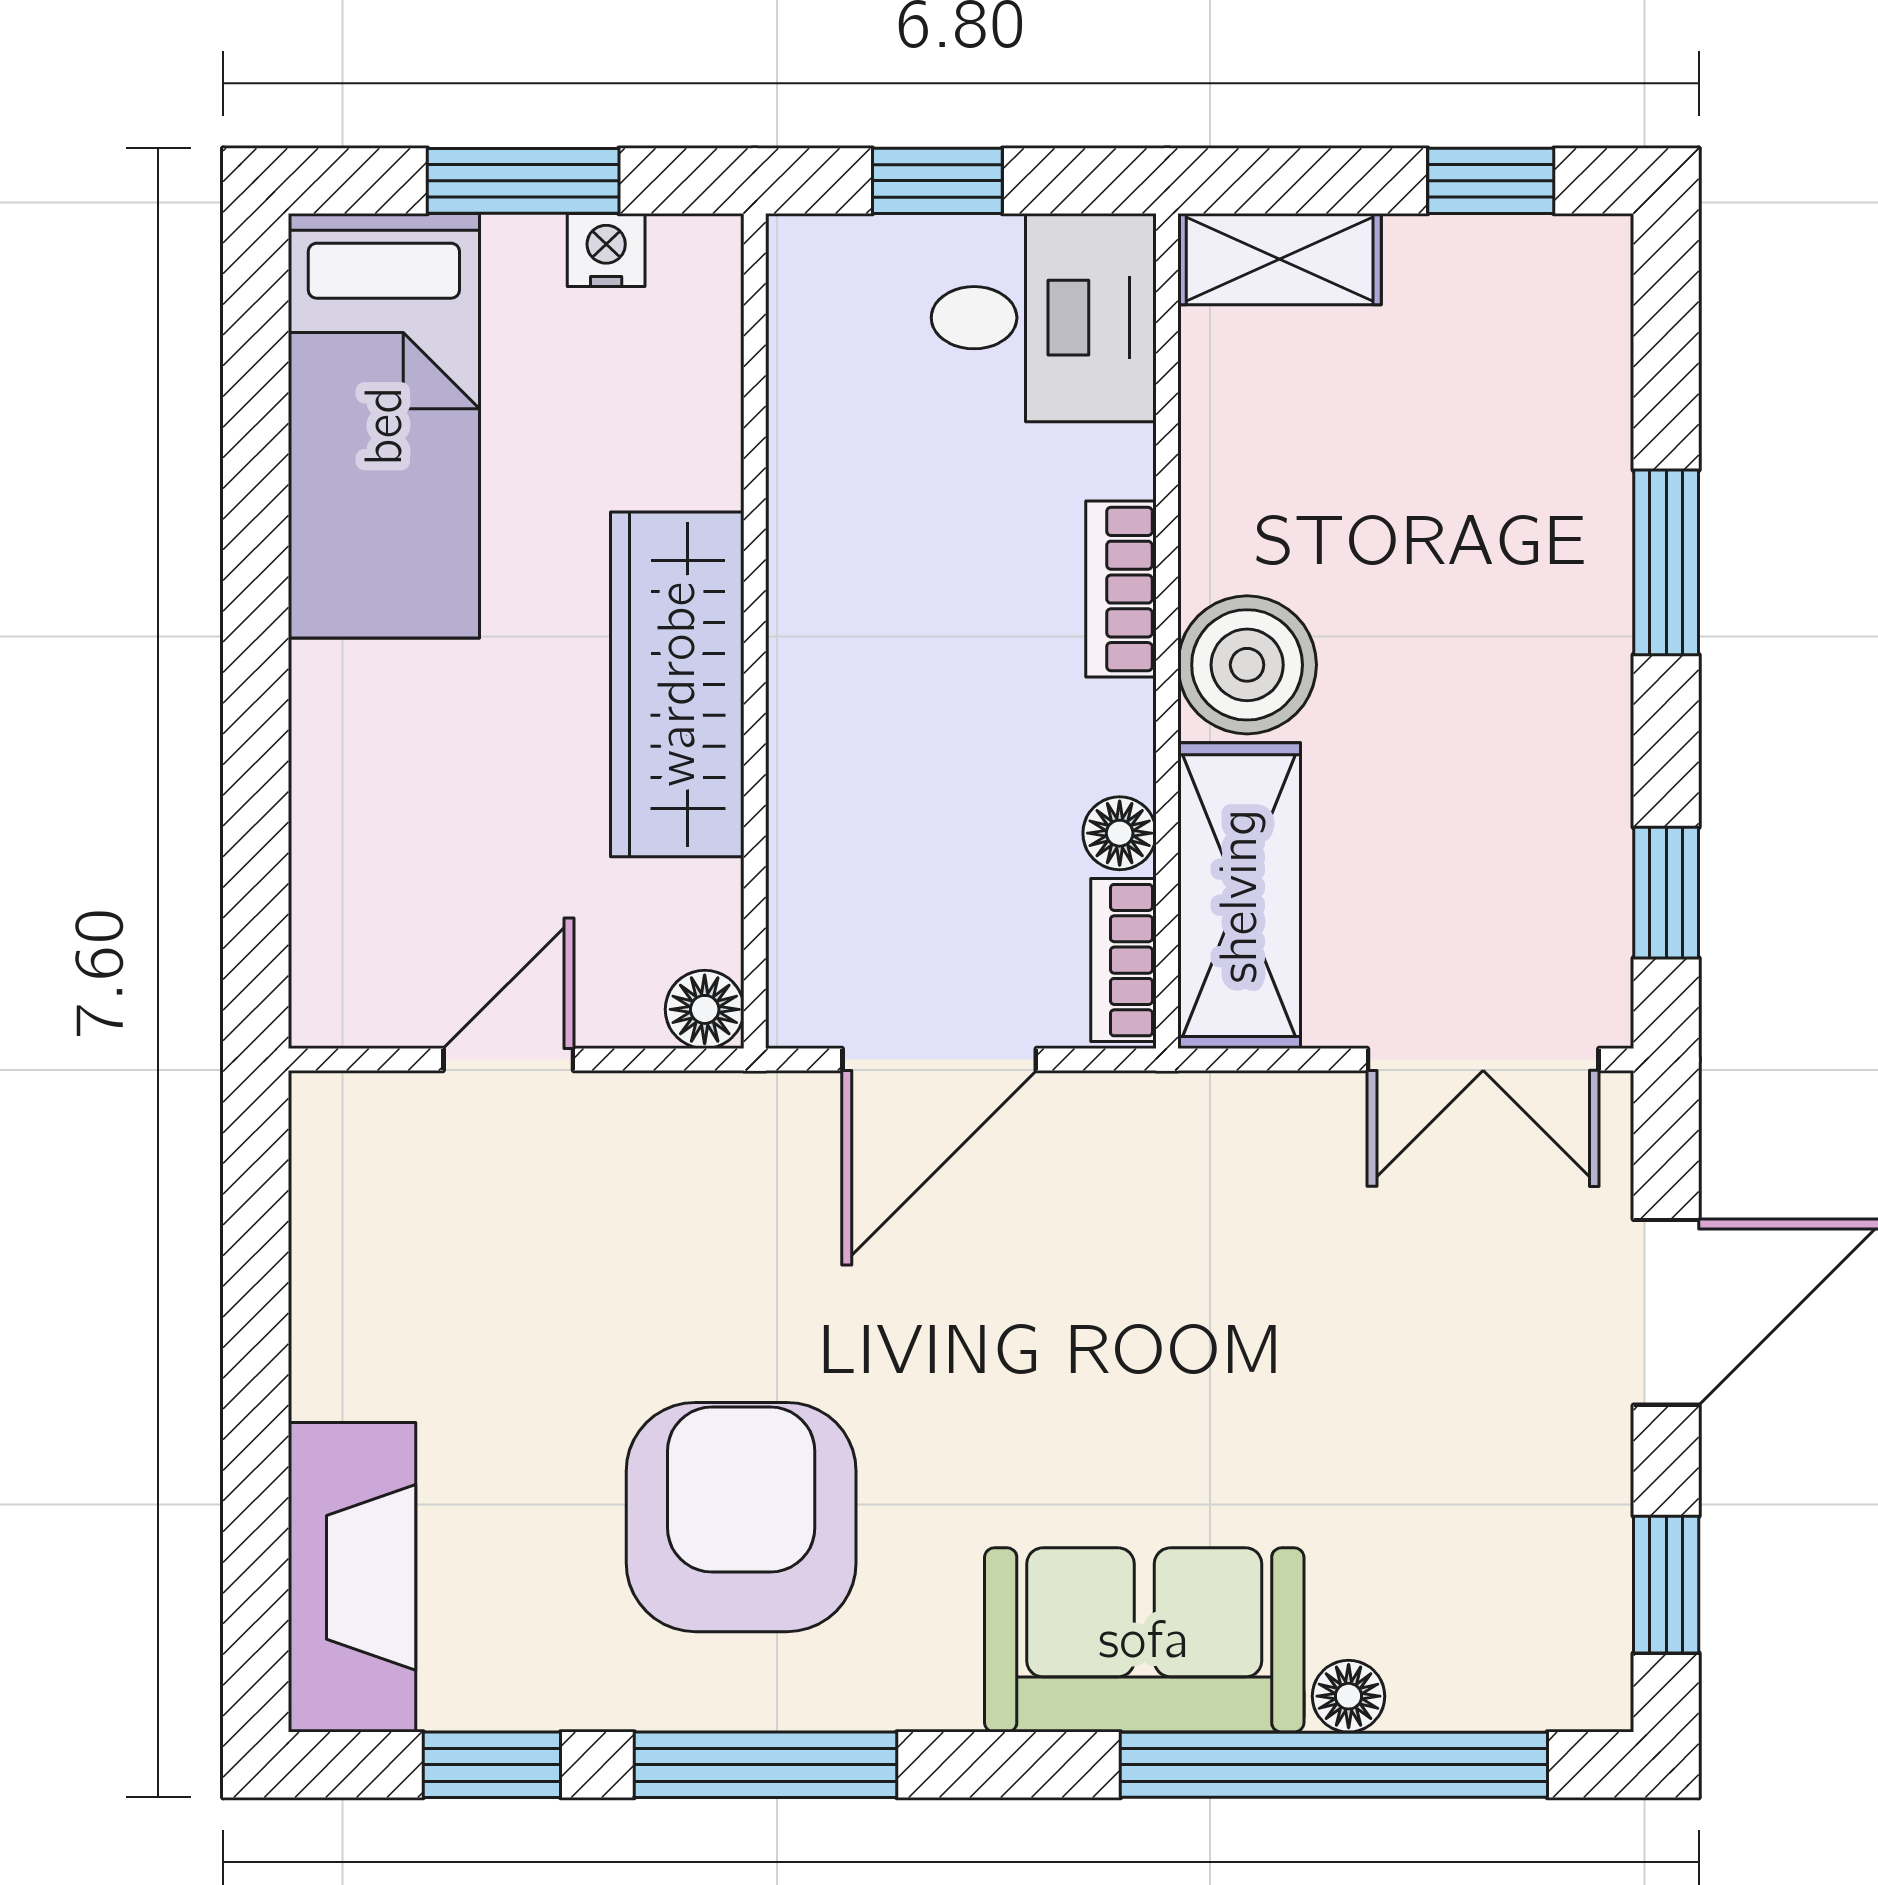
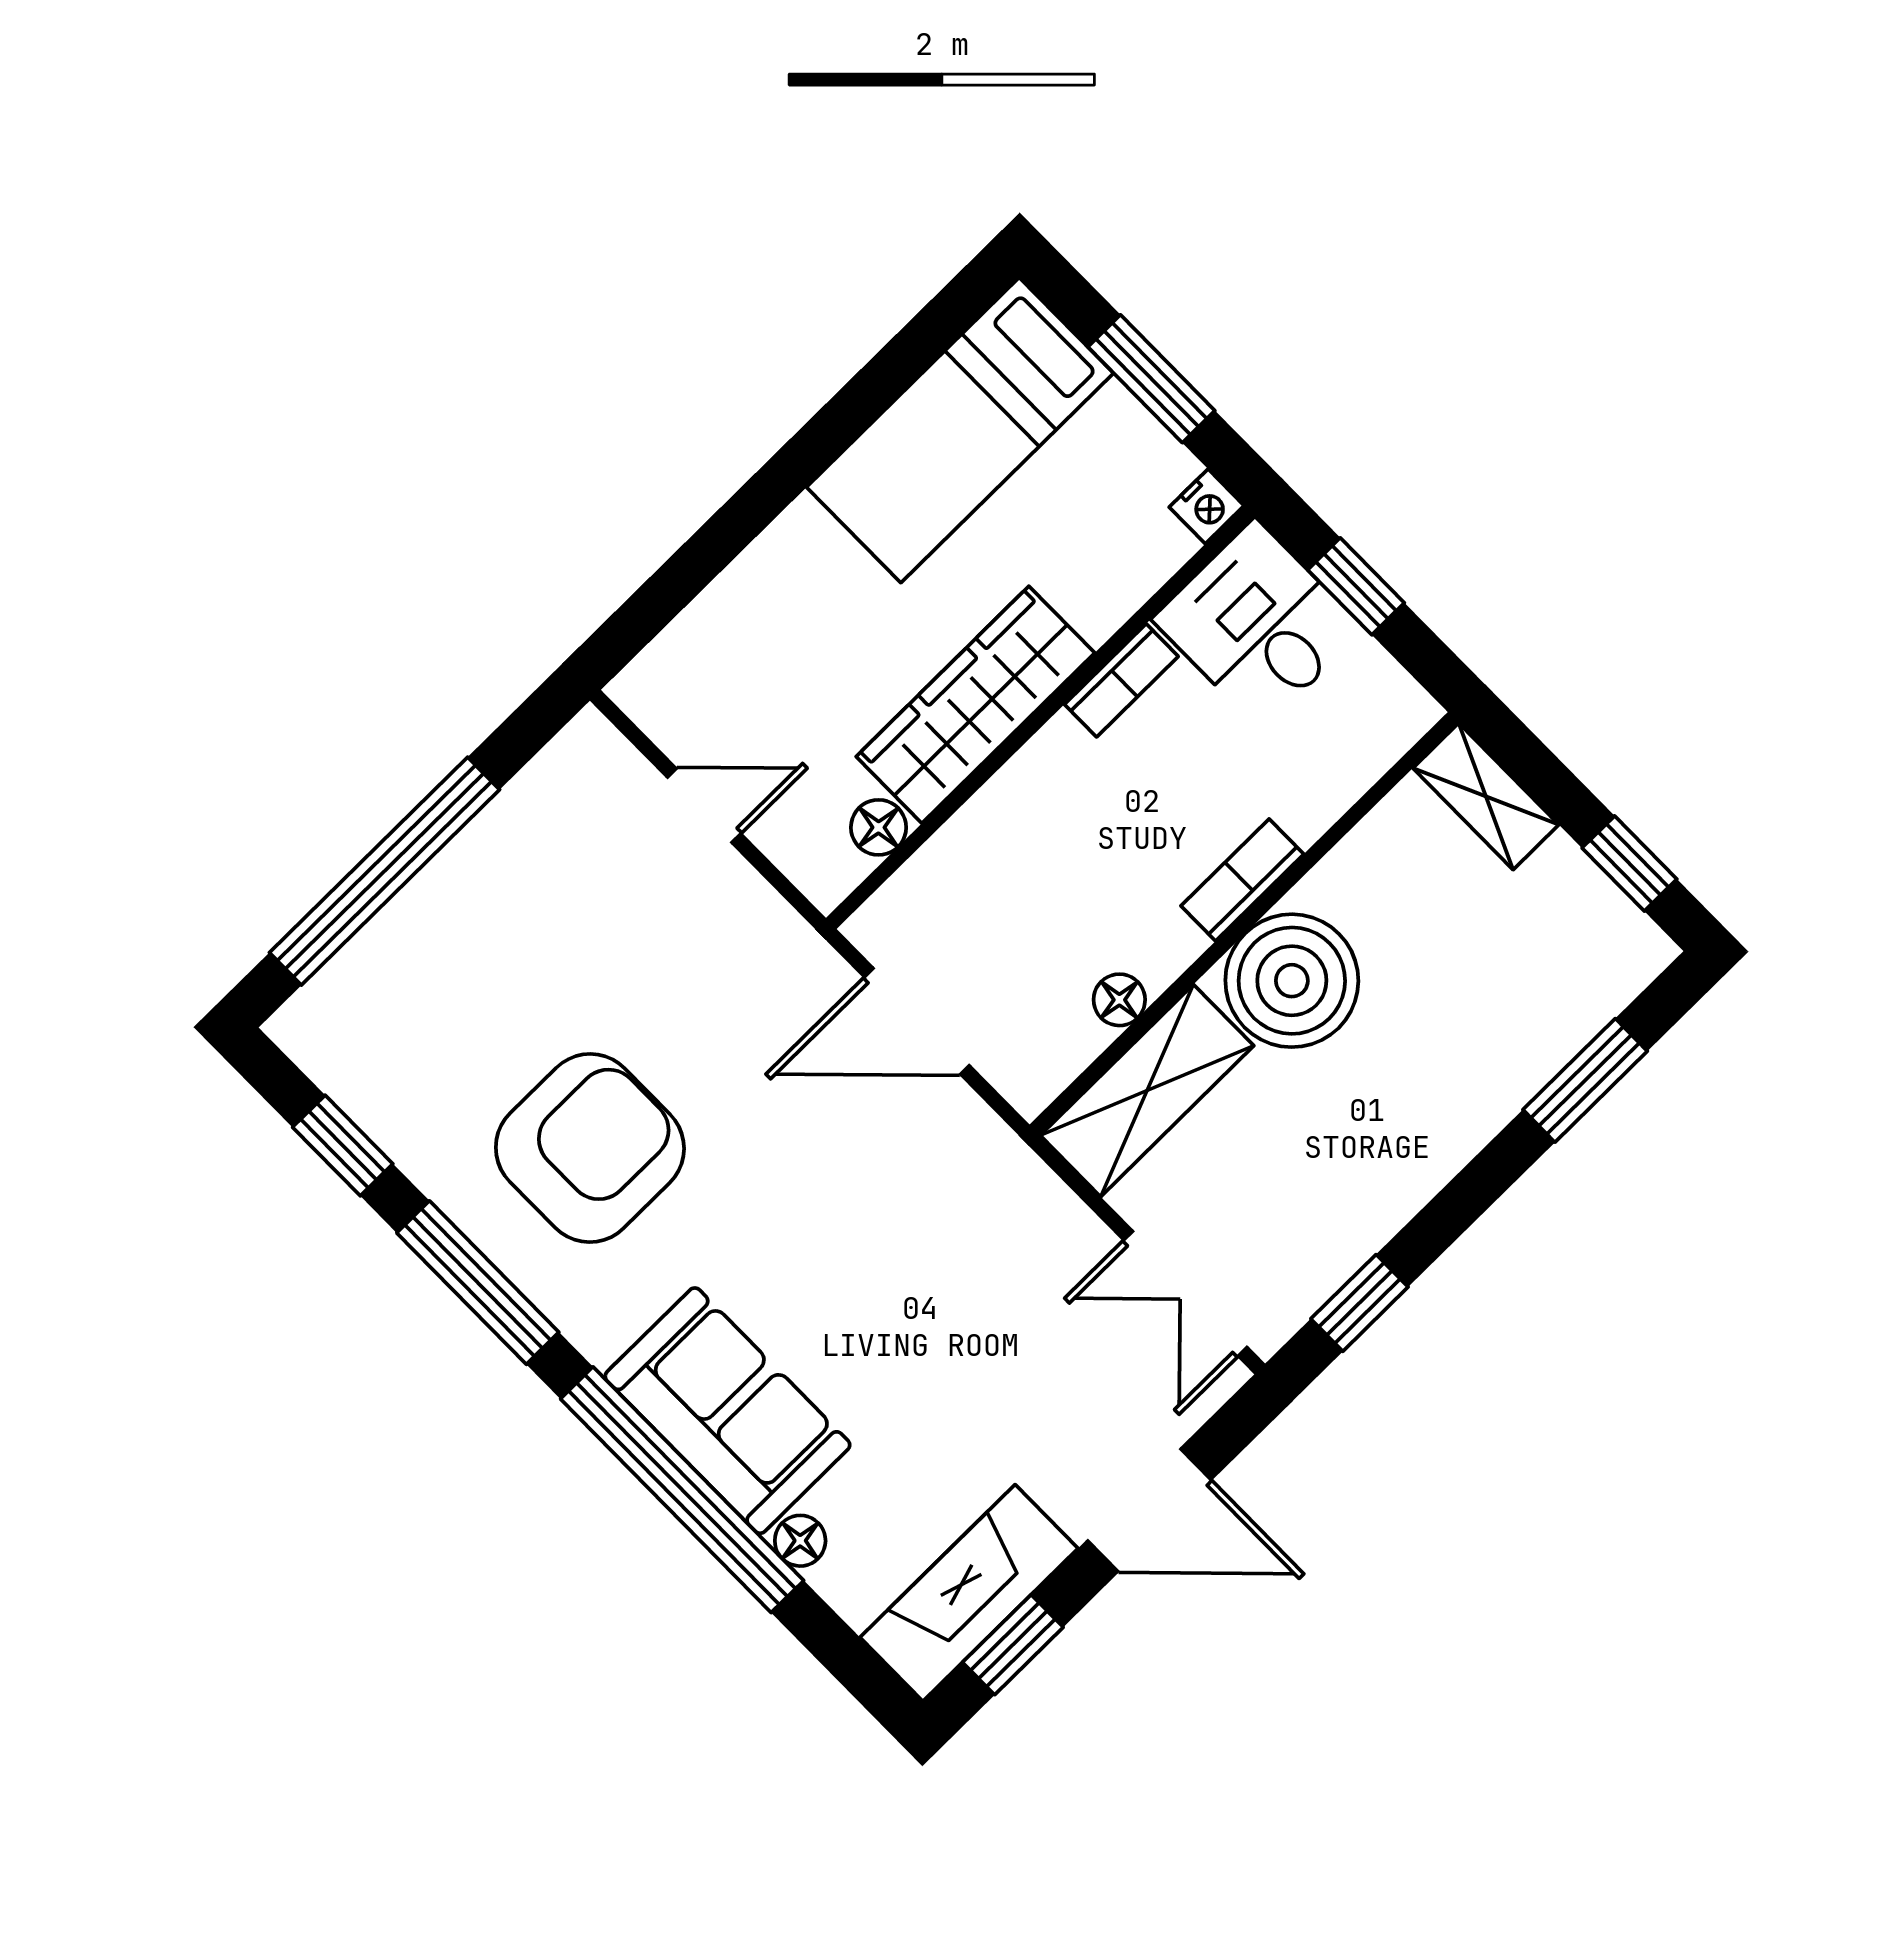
nightstand: (606, 250) -> (1207, 506), moved, turned 90
desk: (1044, 318) -> (1258, 624), moved, turned 180
window: (1666, 562) -> (1585, 1080), moved
boiler: (1247, 665) -> (1292, 981), width x1.37, depth x1.37
bookcase: (1124, 960) -> (1121, 680), moved, turned 180
floor lamp: (705, 1009) -> (879, 827), moved
window: (256, 1449) -> (384, 871), added
fireplace: (352, 1577) -> (969, 1593), moved, turned 180
window: (1334, 1765) -> (682, 1490), moved

